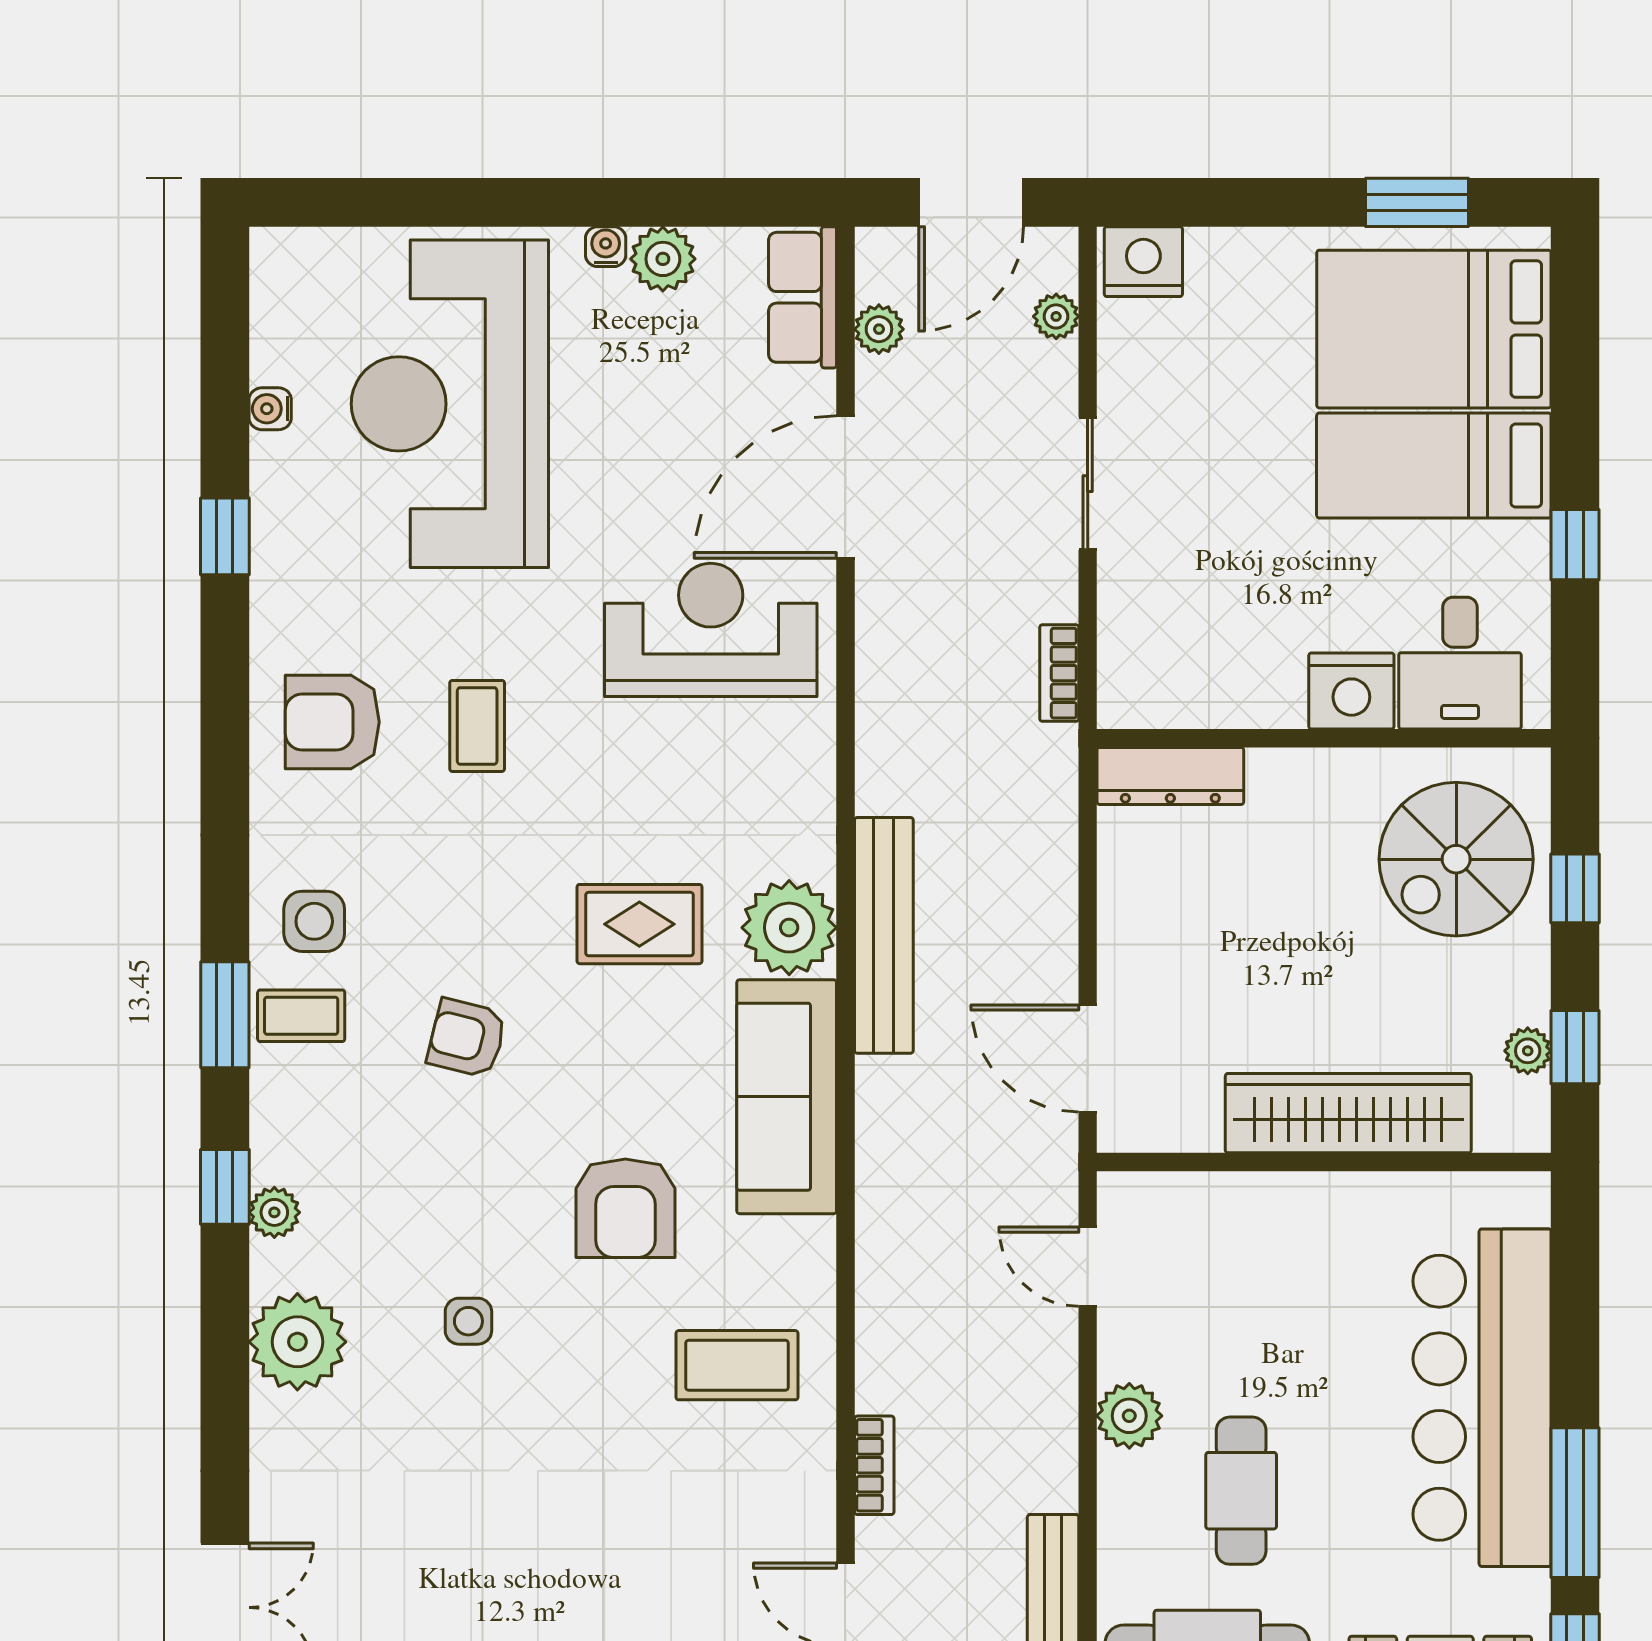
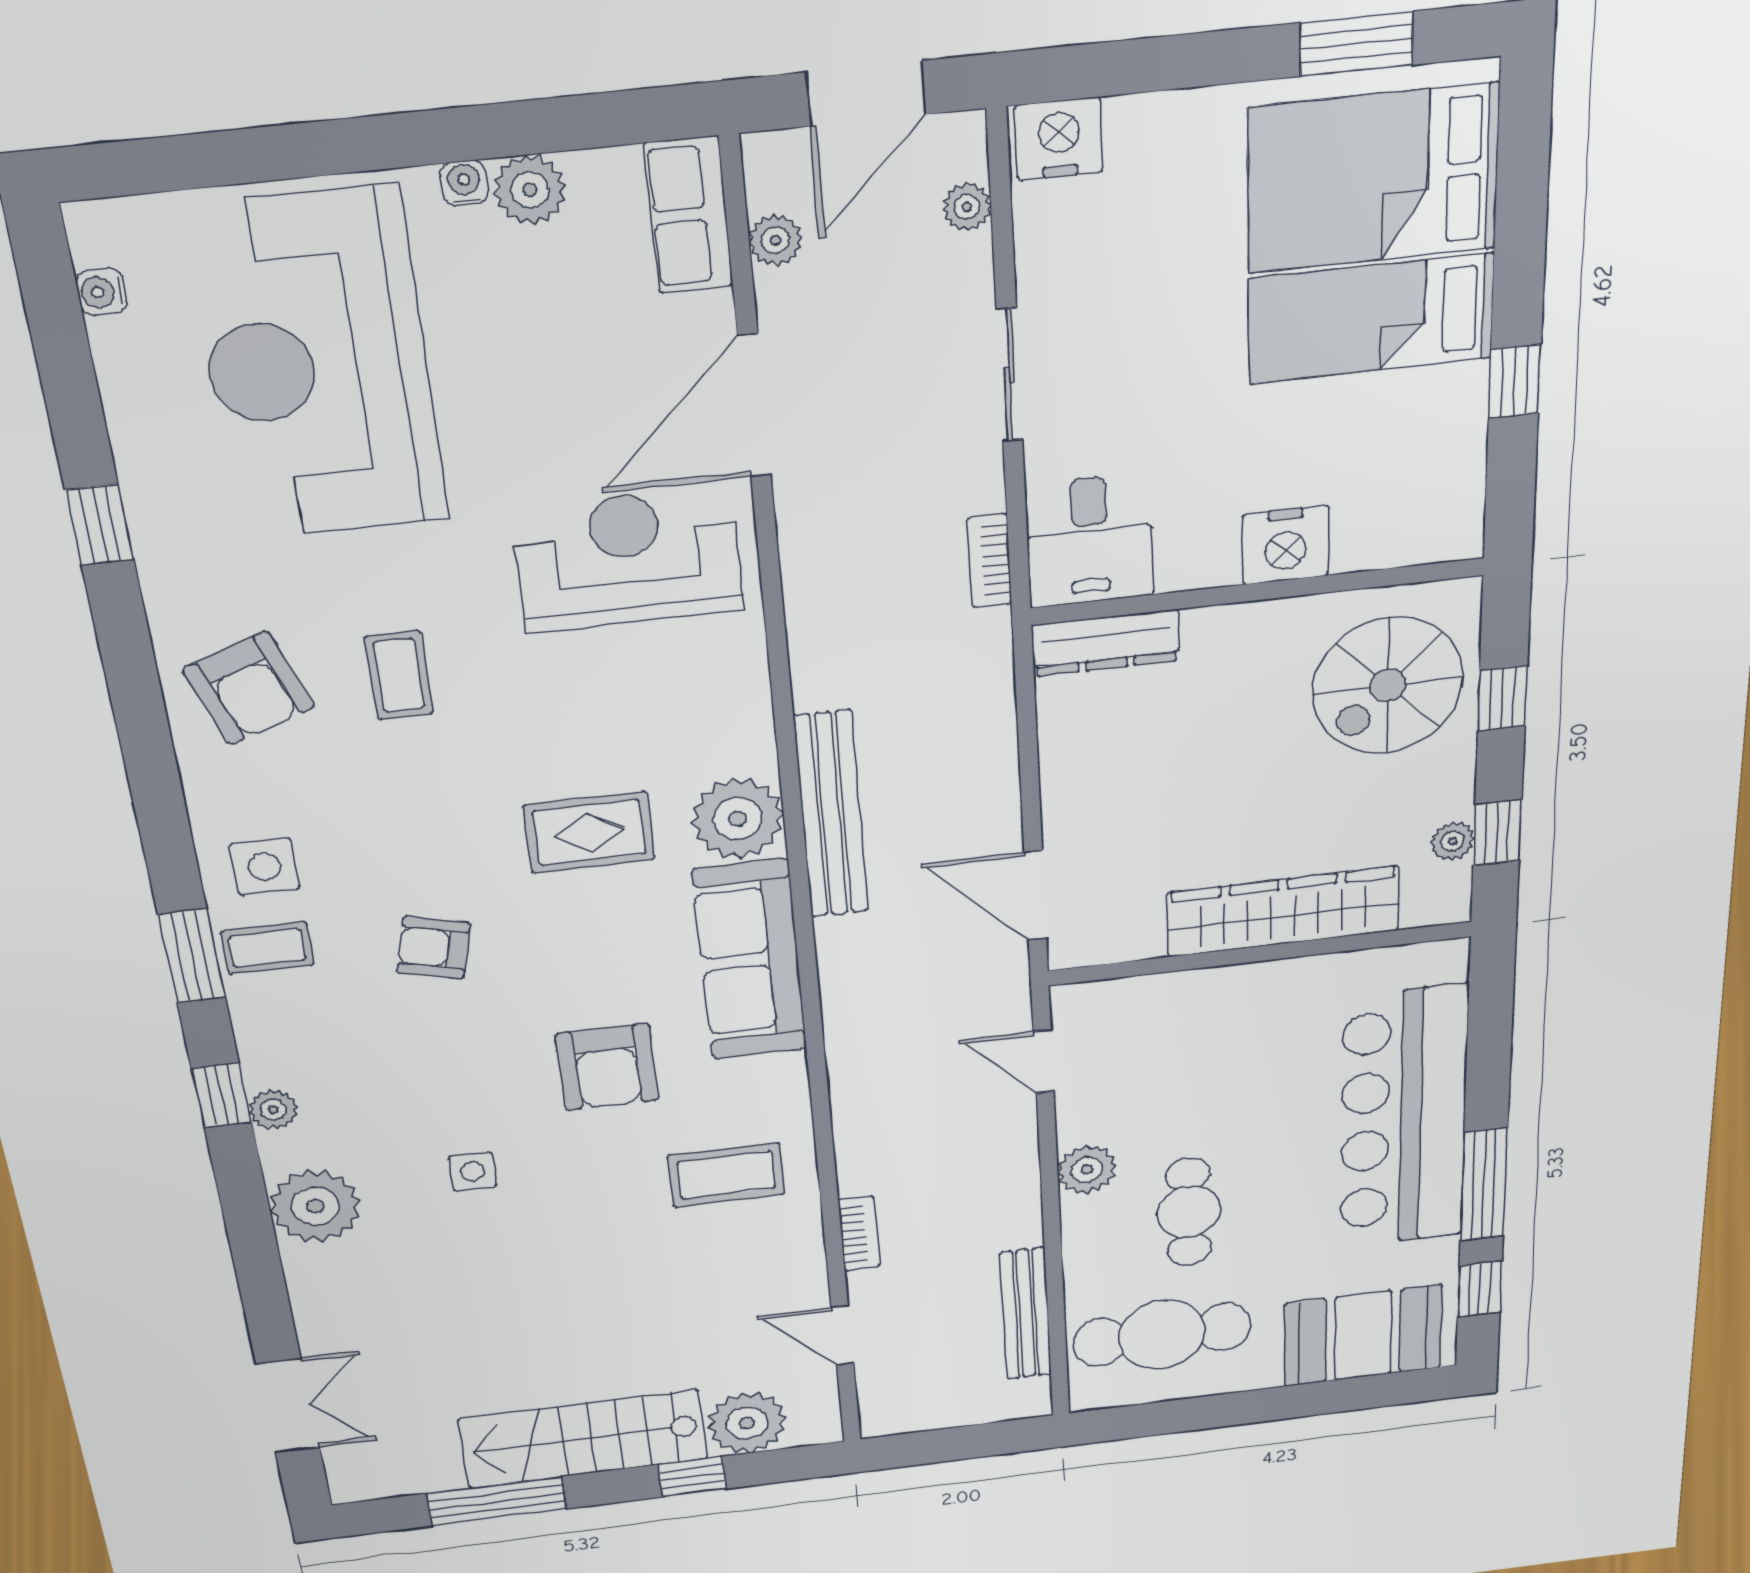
water cooler: (270, 409) -> (101, 292), moved
desk: (1460, 663) -> (1090, 540), moved
armchair: (332, 722) -> (249, 688), turned -110

